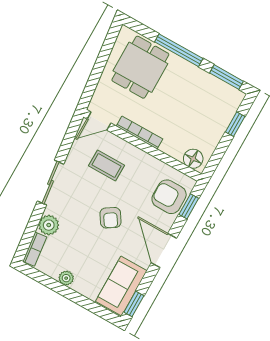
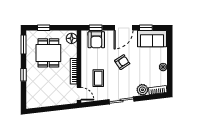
window: (179, 50) -> (23, 75), width x0.46
dining table: (140, 67) -> (48, 53), moved, turned 90
window: (134, 304) -> (146, 28), moved

